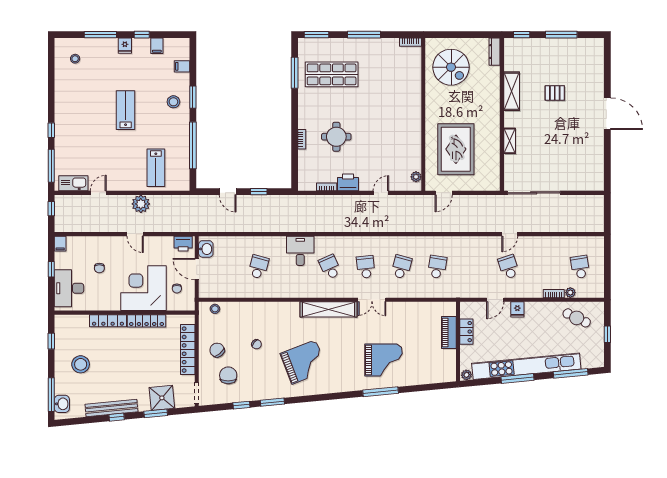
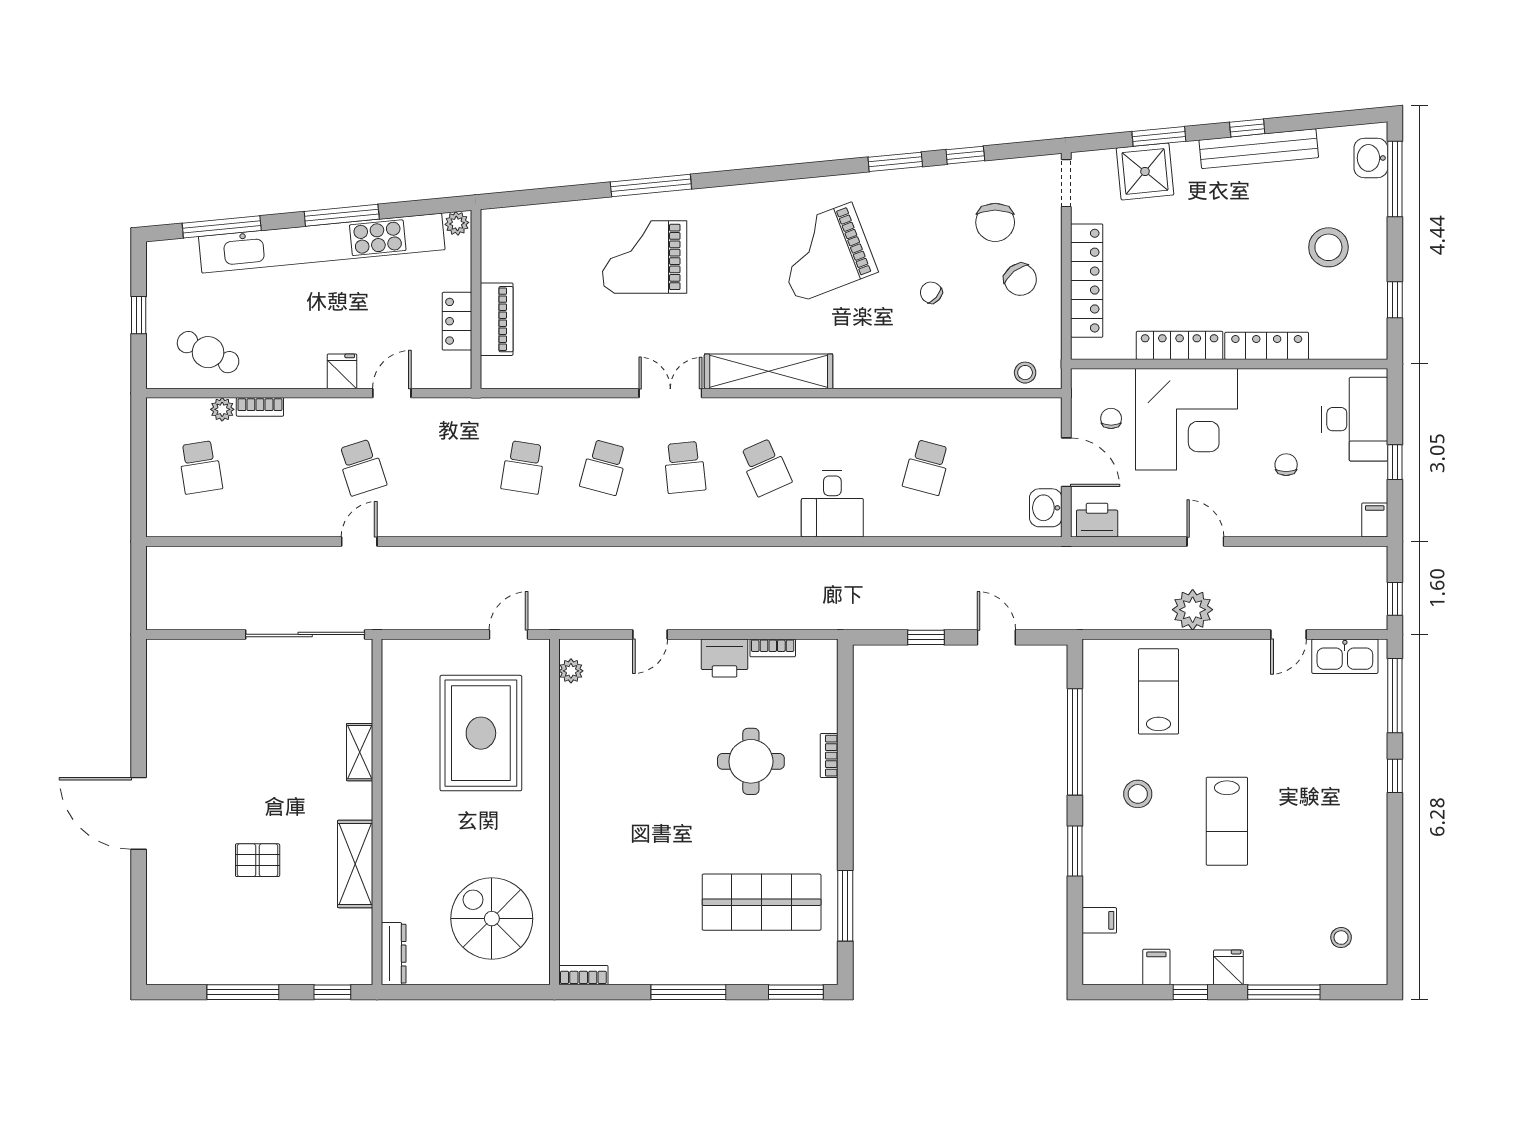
stool: (173, 102) -> (1138, 794), moved

